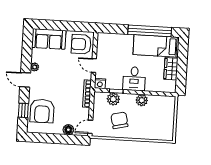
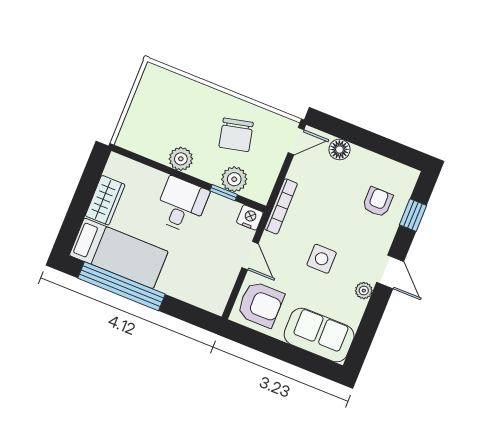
side table: (60, 75) -> (322, 259), added
armchair: (42, 111) -> (378, 202), width x0.53, depth x0.53

